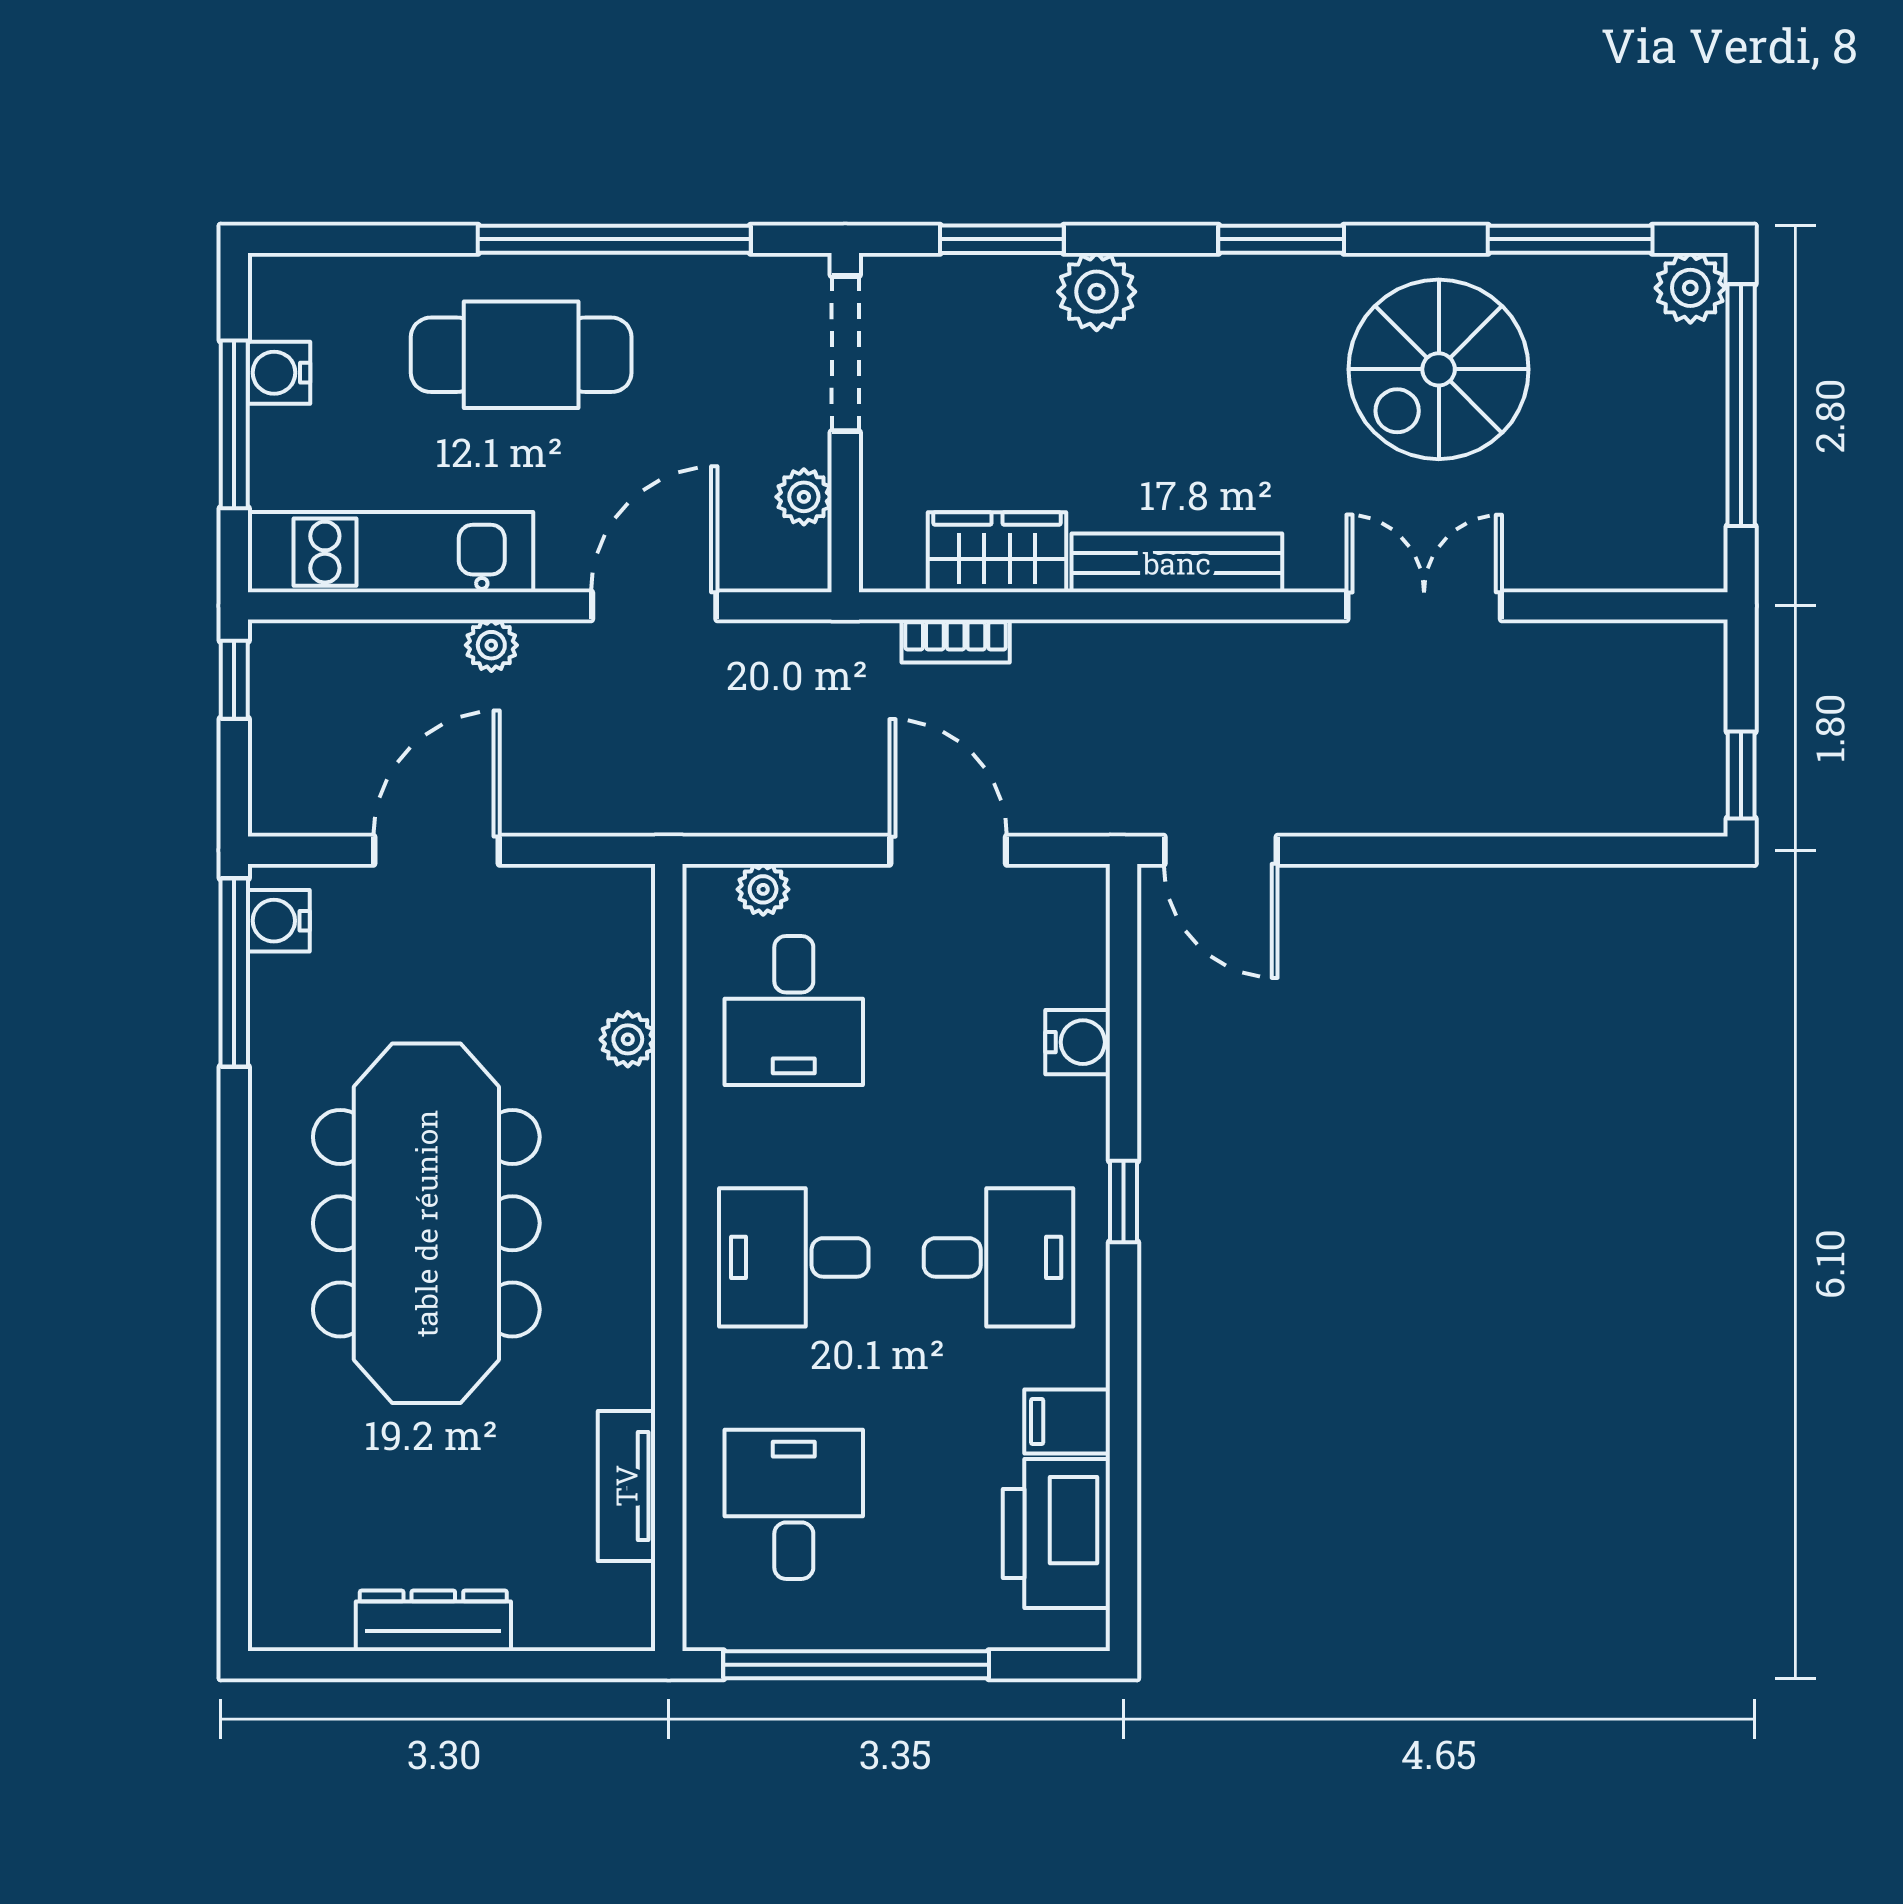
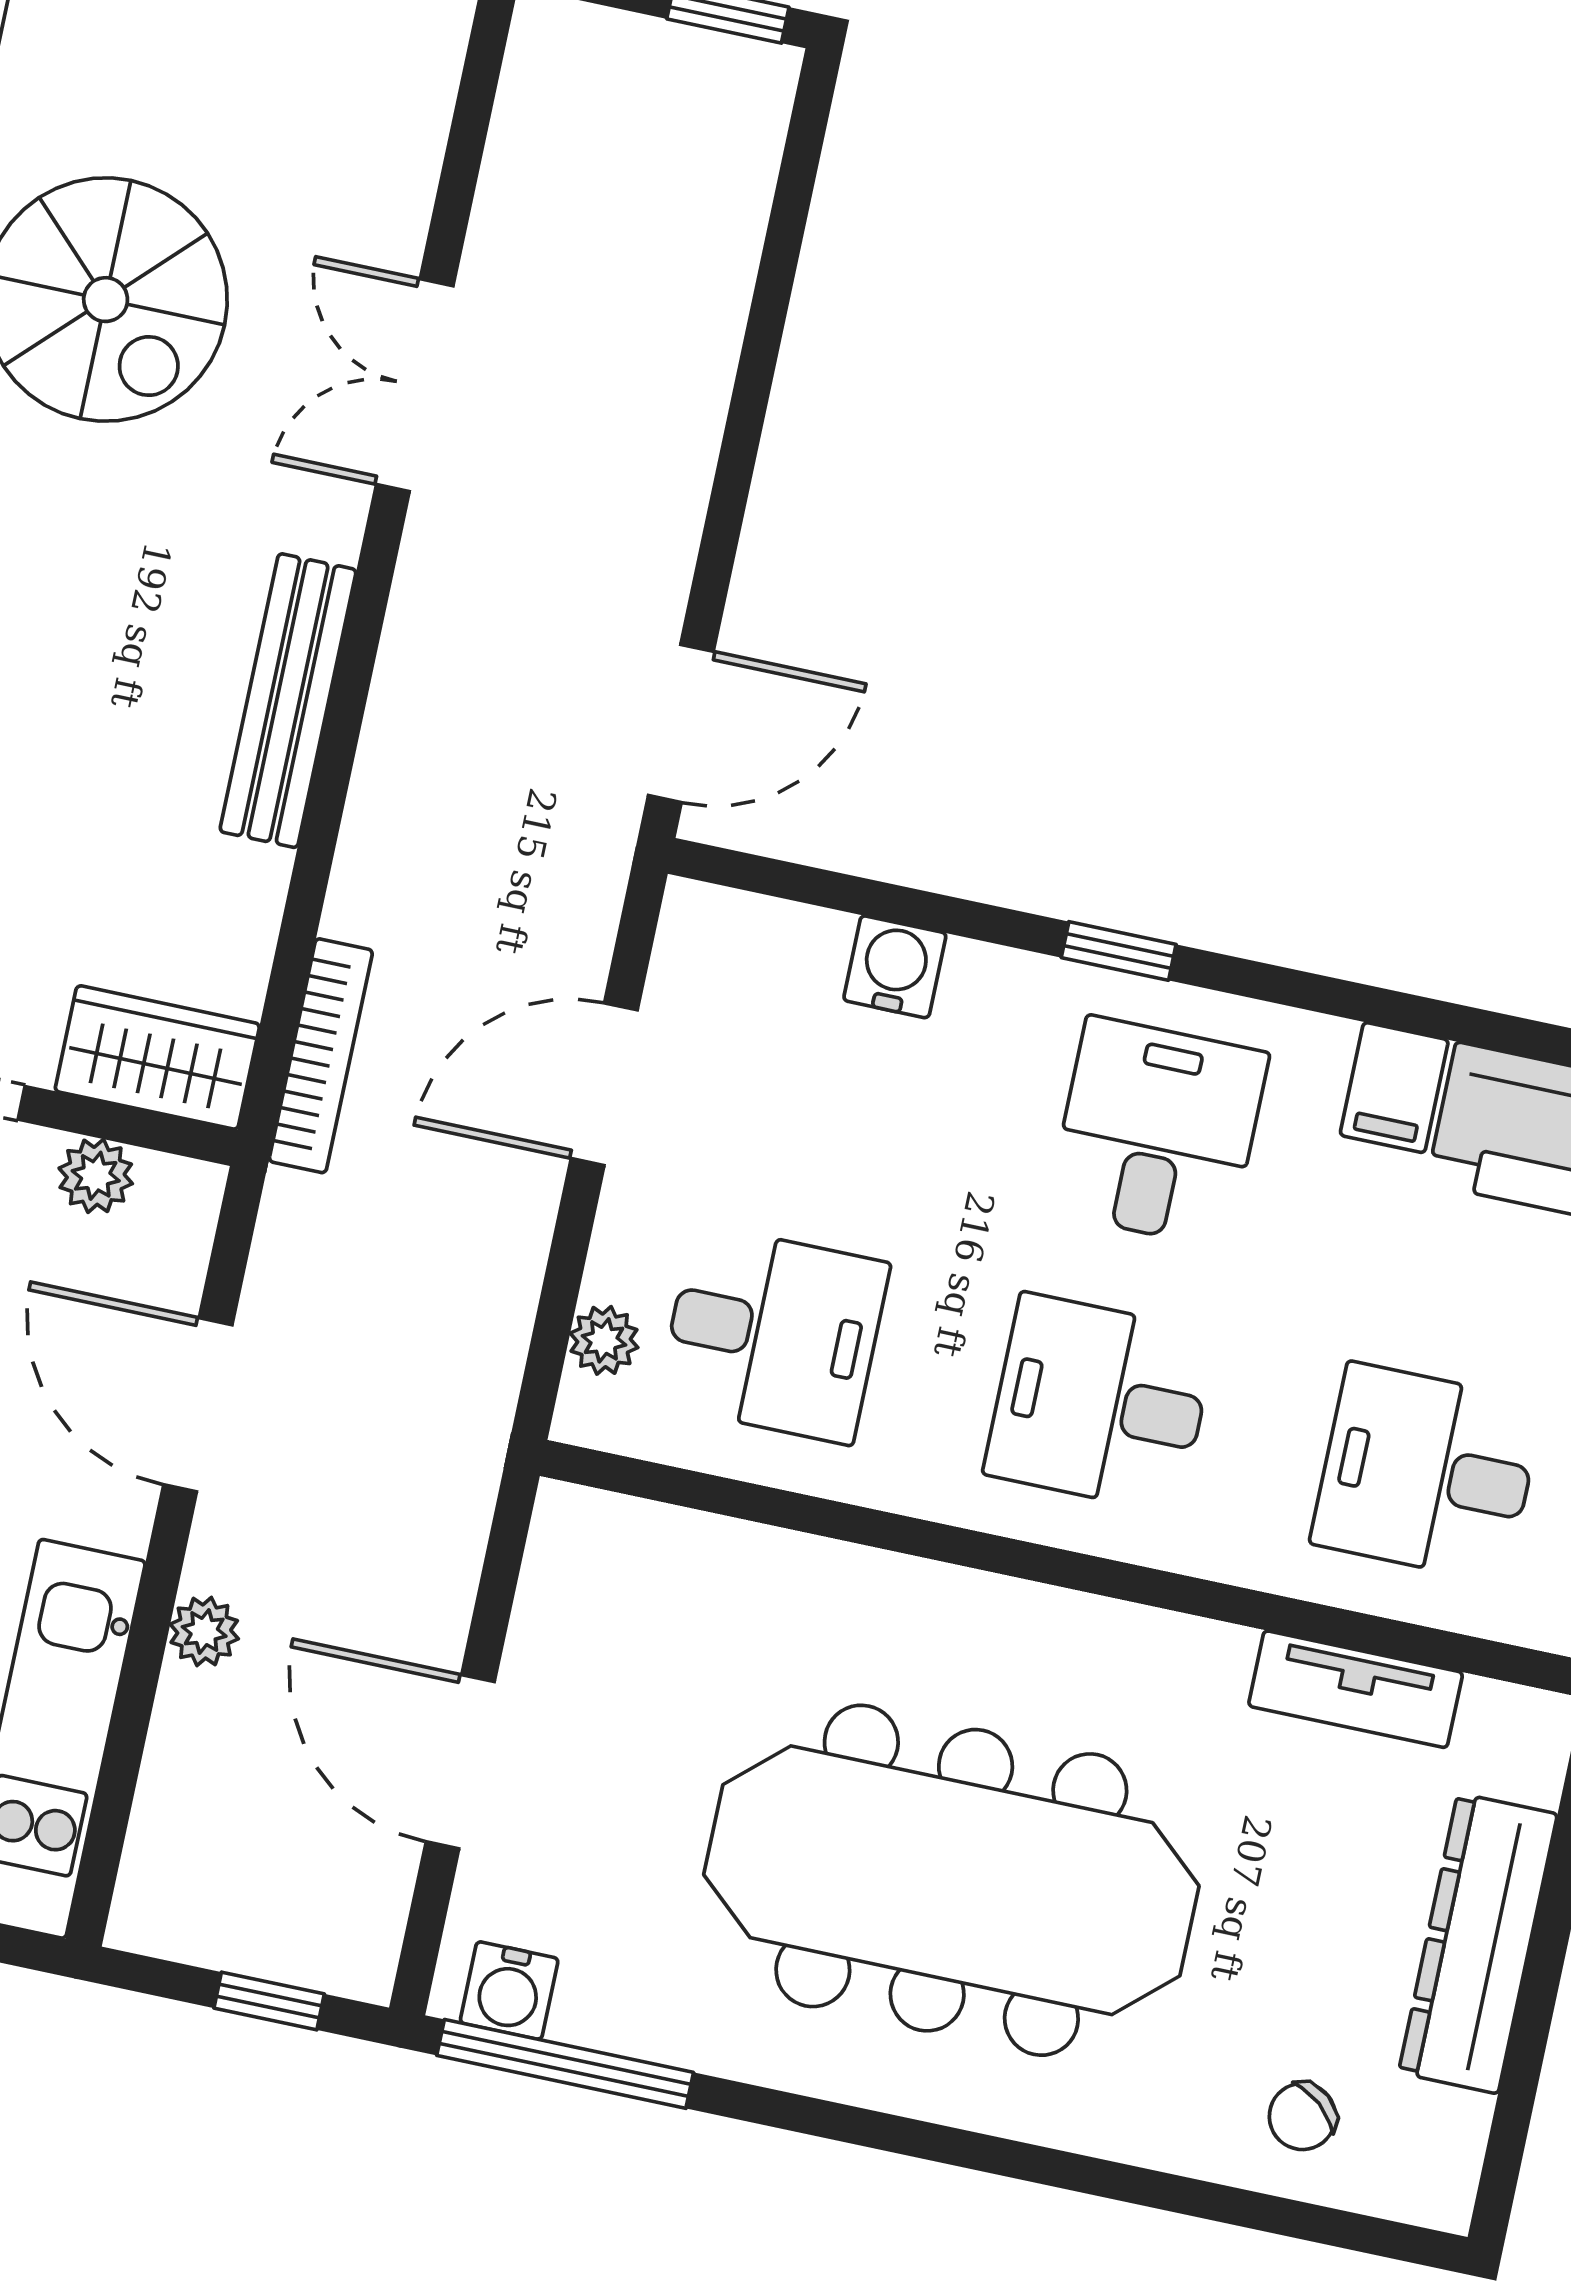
wardrobe: (997, 552) -> (157, 1057), moved, turned 90
bookcase: (956, 641) -> (321, 1056), width x1.56
window: (234, 680) -> (269, 2001), moved
plant: (628, 1039) -> (765, 1562), removed
desk: (794, 1257) -> (1100, 1403), turned 90
chair: (310, 1513) -> (1302, 2116), added
dresser: (433, 1621) -> (1478, 1943), width x1.37, depth x1.24

